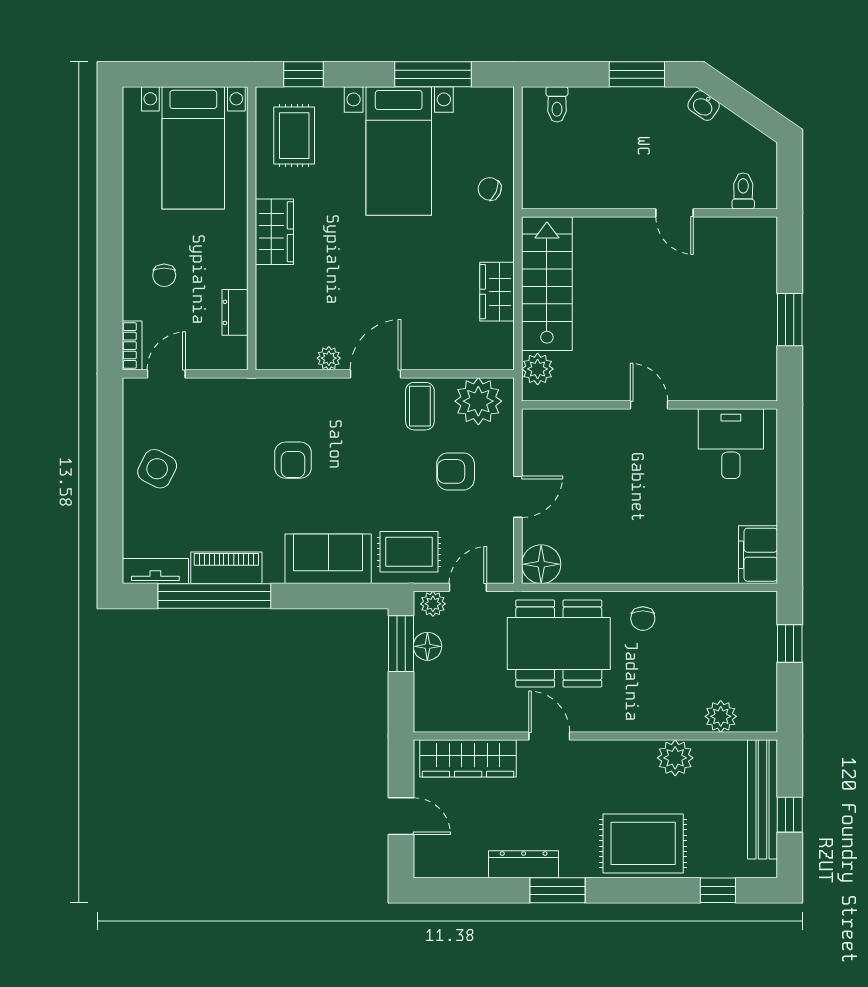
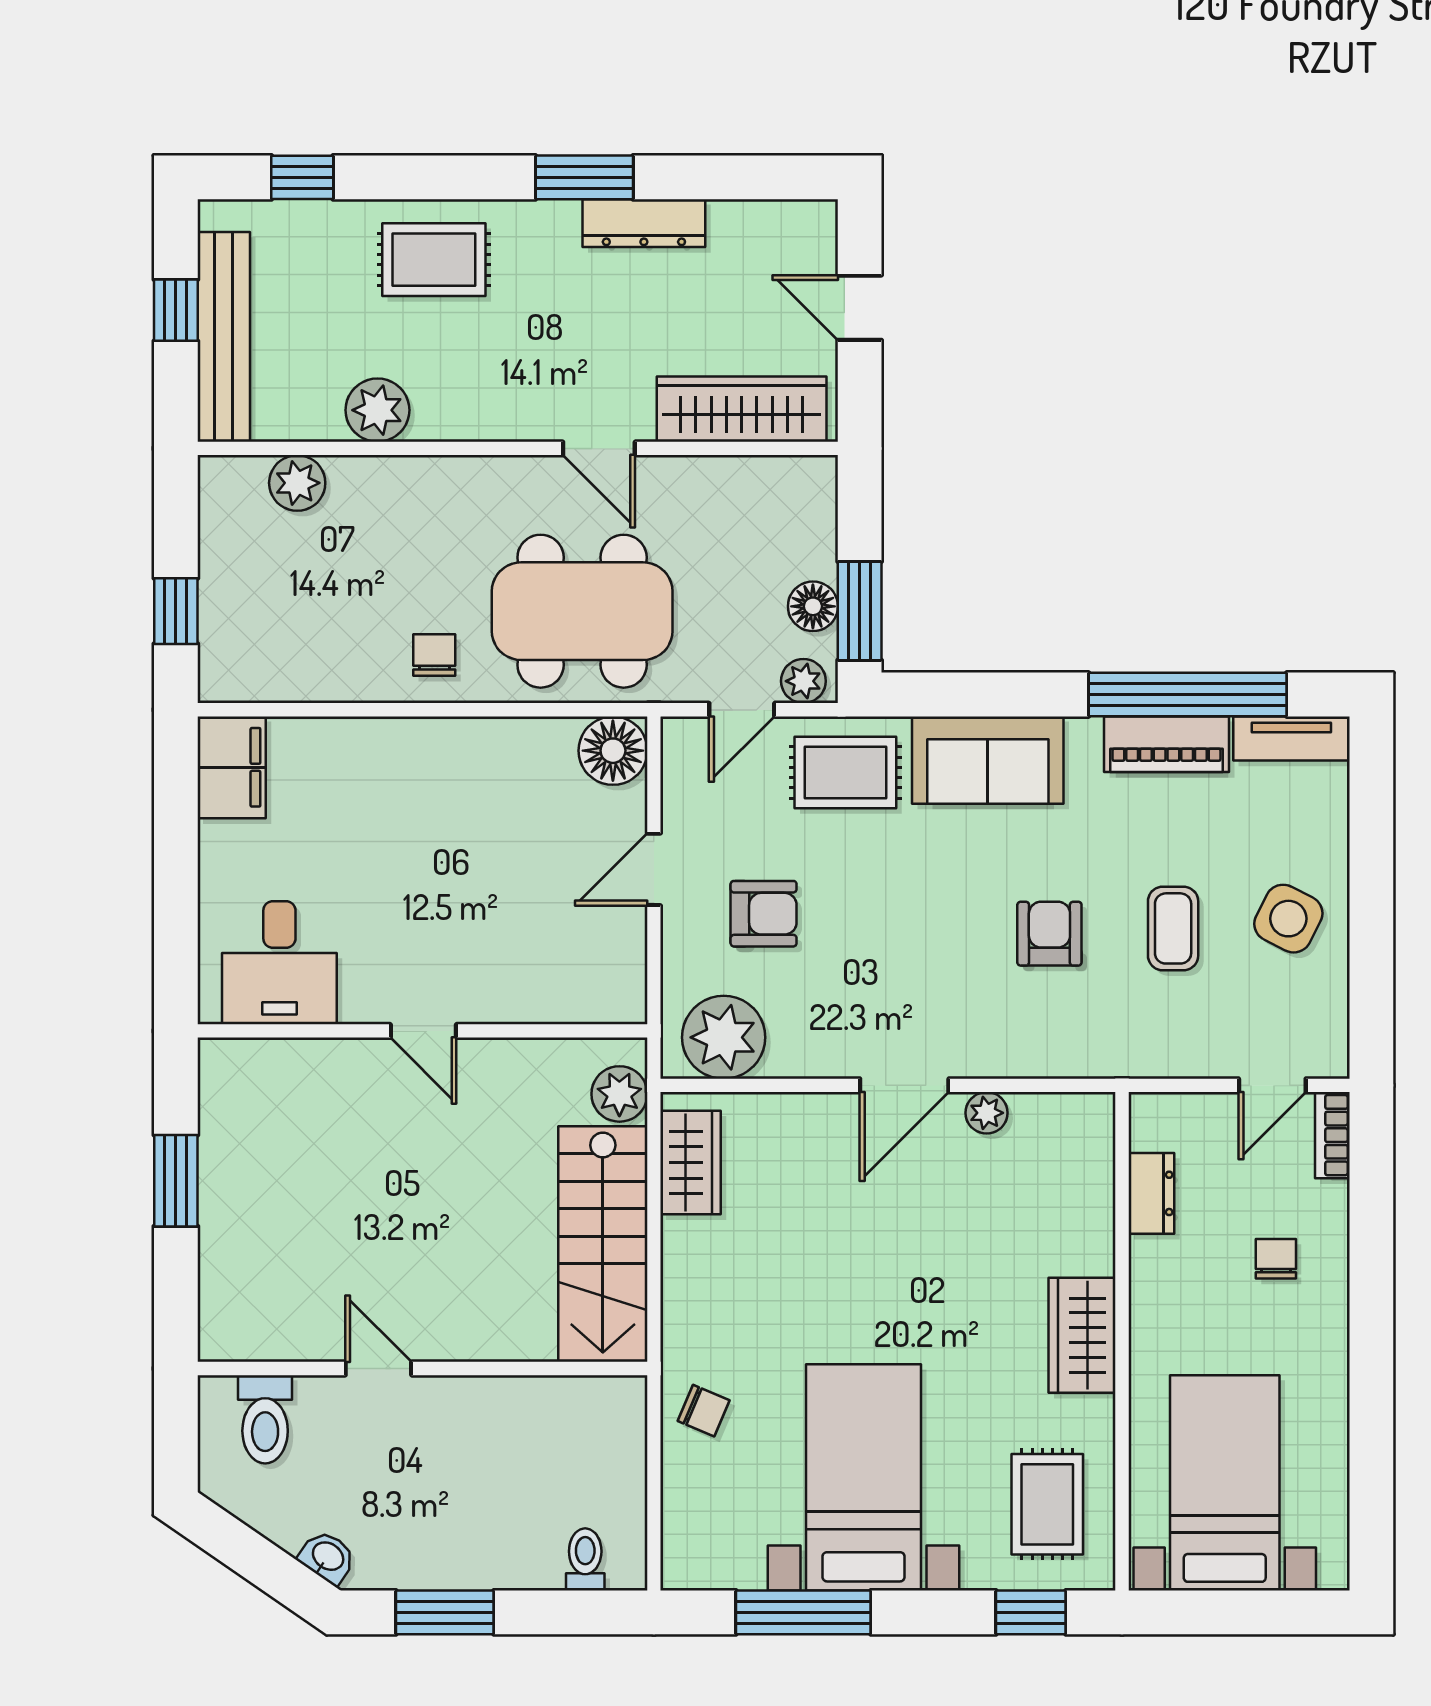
toilet: (743, 191) -> (265, 1419), width x1.37, depth x1.39
wardrobe: (497, 292) -> (690, 1163), moved
coffee table: (420, 406) -> (1173, 928), moved
rug: (643, 843) -> (434, 260), width x0.73, depth x0.70

